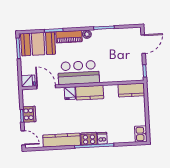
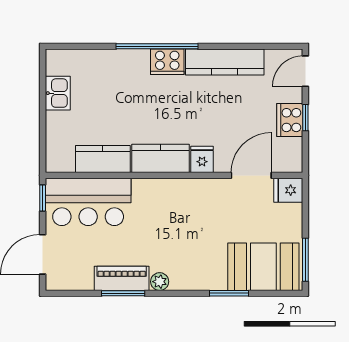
piano: (69, 37) -> (122, 278), moved
bar counter: (79, 73) -> (88, 202), moved
door: (46, 87) -> (251, 175), swing flipped
kitchen counter: (131, 90) -> (103, 159), moved
kitchen sink: (141, 134) -> (58, 93), moved
door: (23, 138) -> (305, 71), hinge flipped
dishwasher: (102, 138) -> (139, 61), removed

